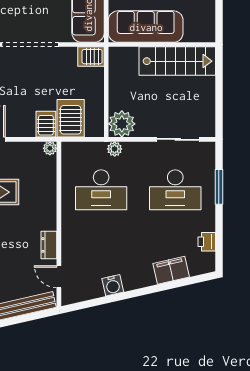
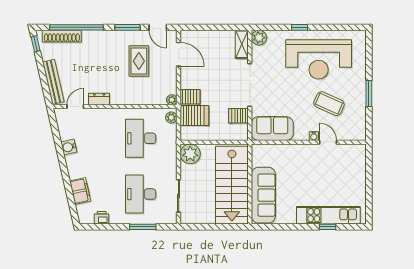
sofa: (146, 27) -> (263, 195), moved
server rack: (91, 57) -> (238, 116), moved, turned -90
stairs: (177, 61) -> (232, 185), width x1.36, depth x1.51
plant: (115, 149) -> (171, 117), moved

